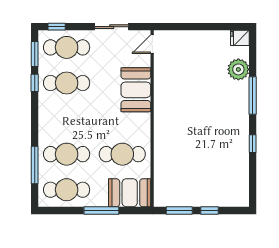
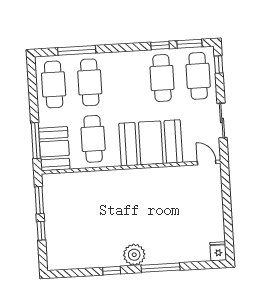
plant: (238, 69) -> (134, 255), moved
booth: (136, 90) -> (151, 143), width x1.36, depth x1.42
window: (101, 210) -> (36, 141), moved

